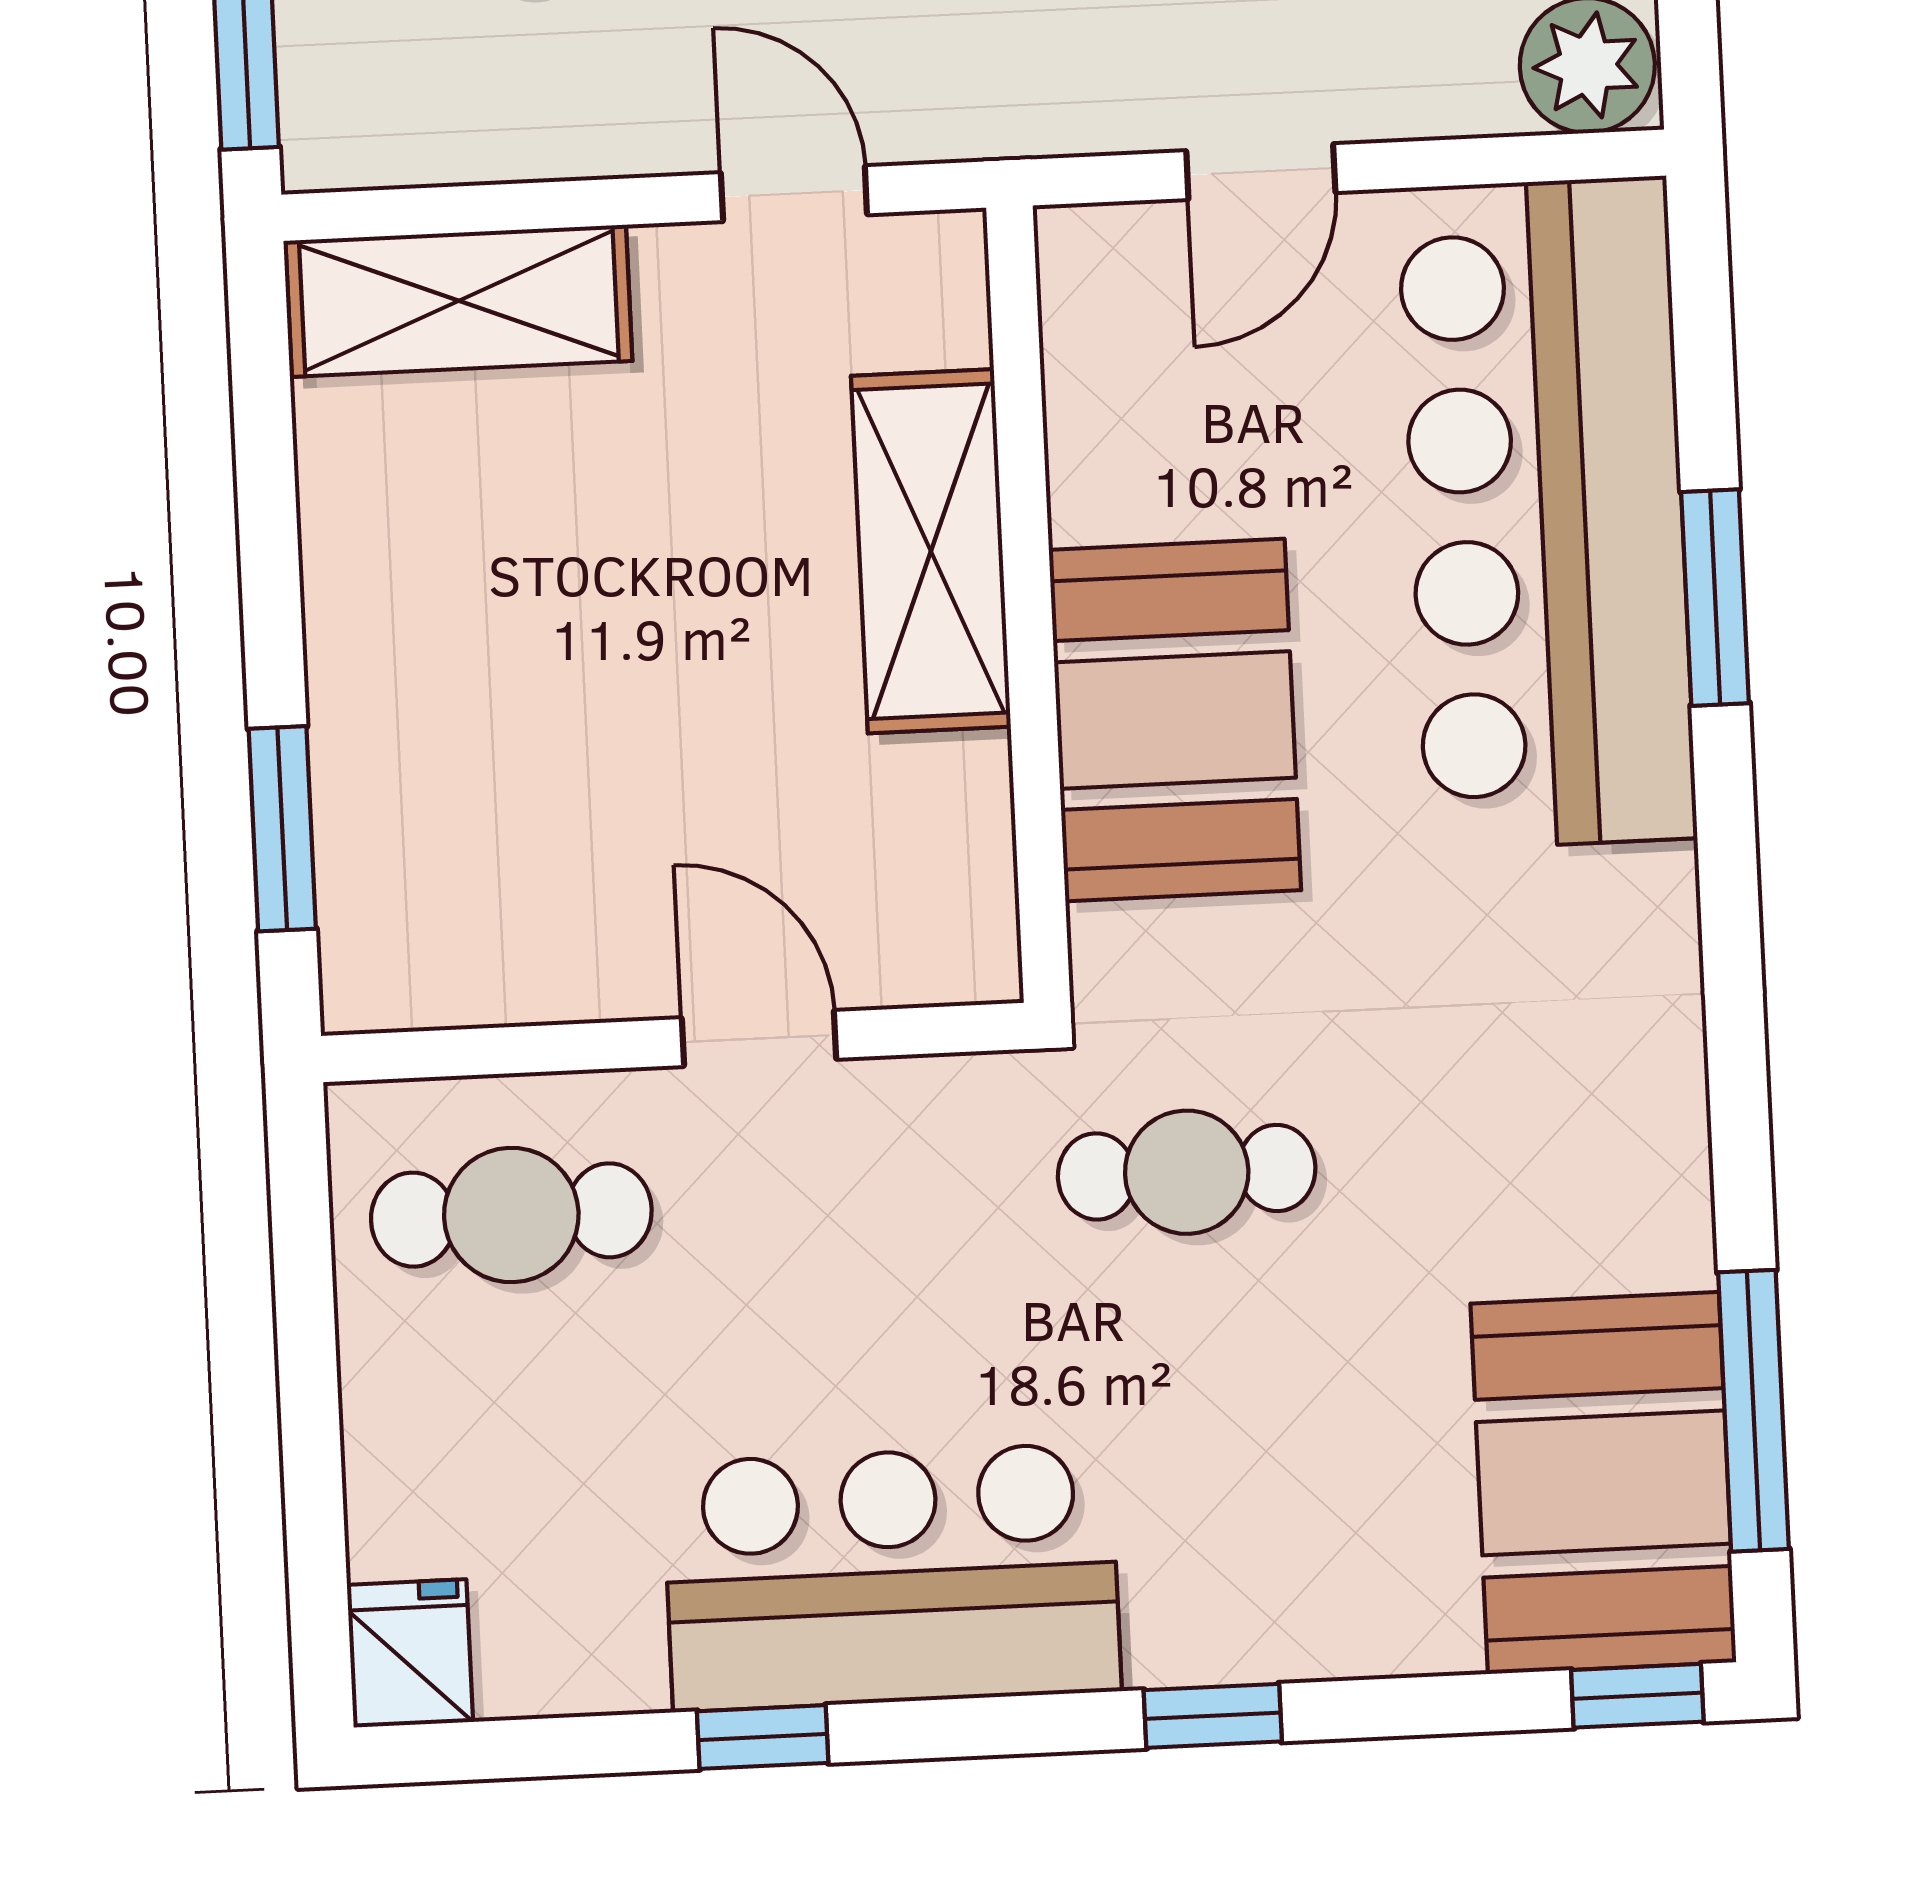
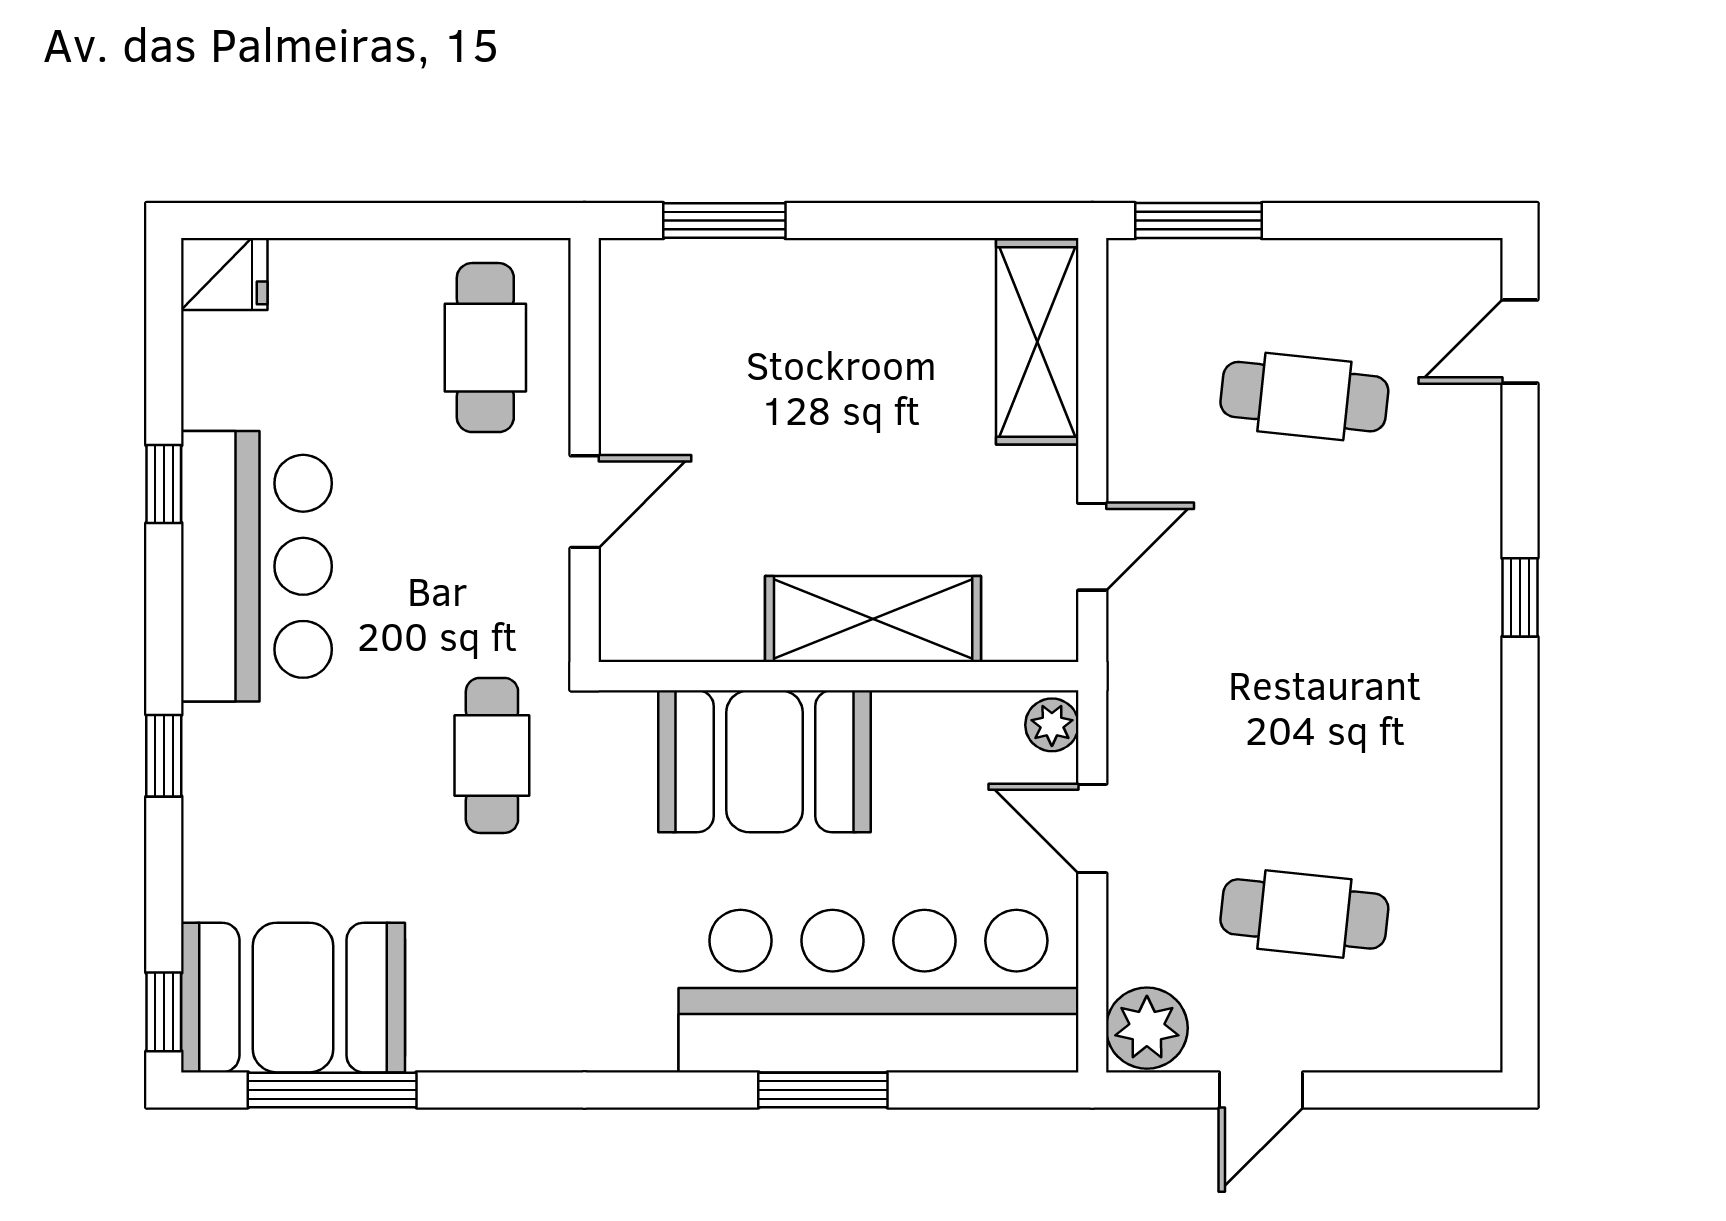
plant: (1092, 247) -> (1052, 725), added

